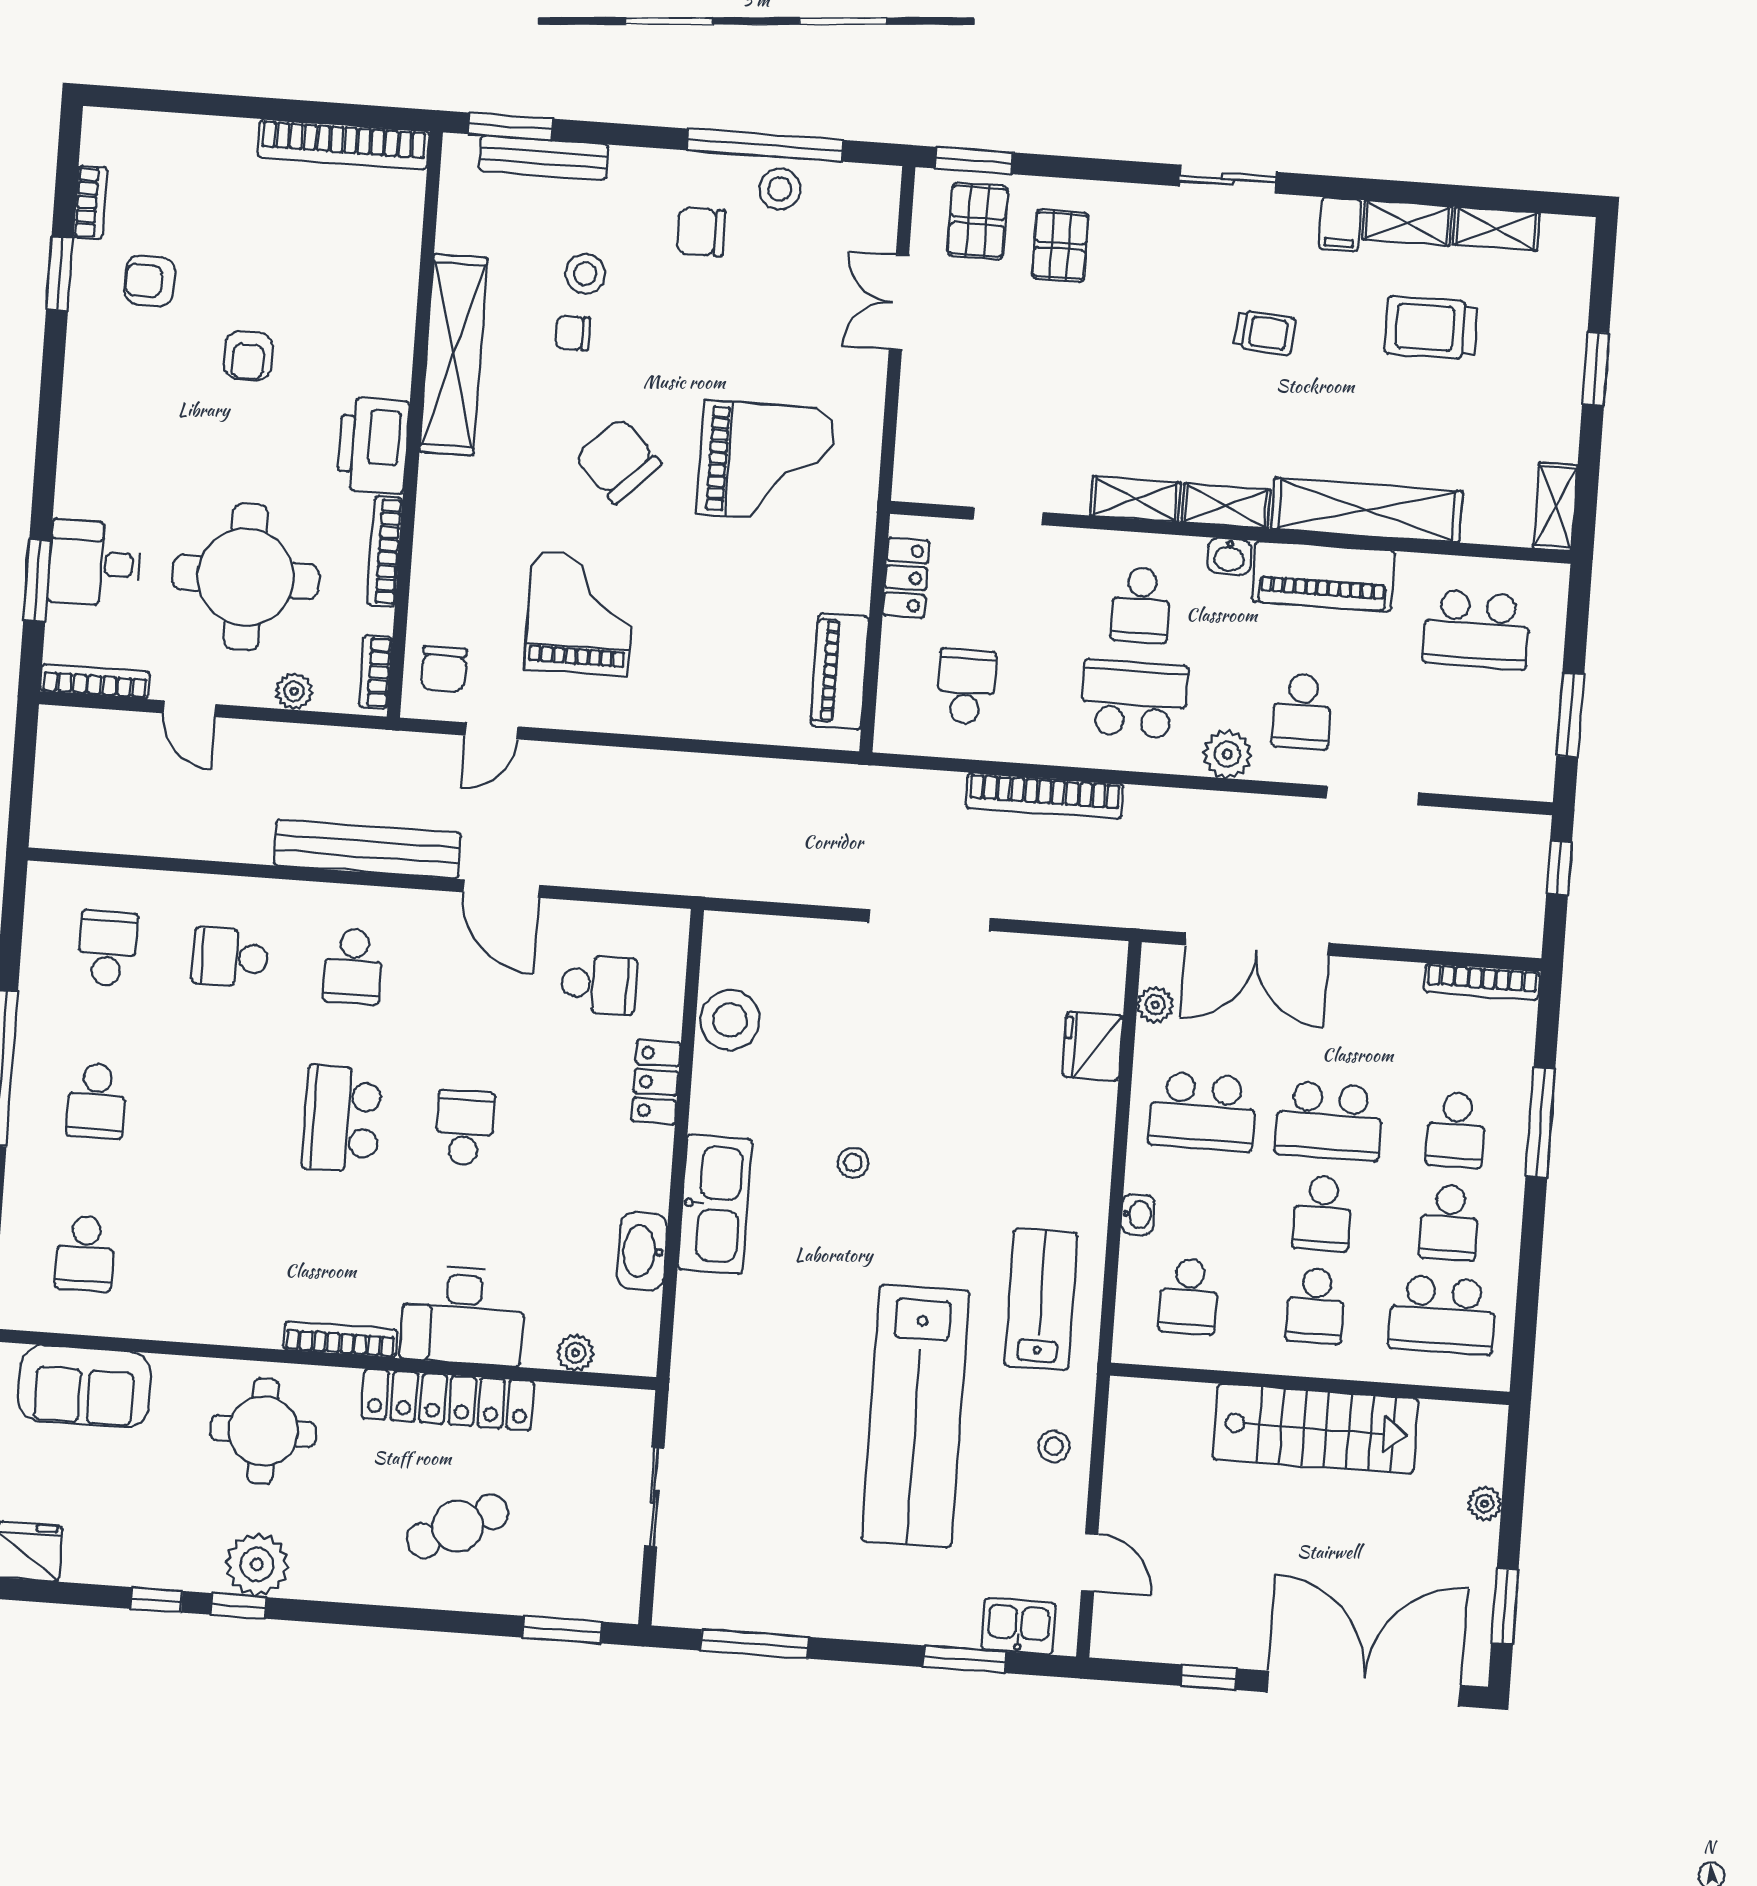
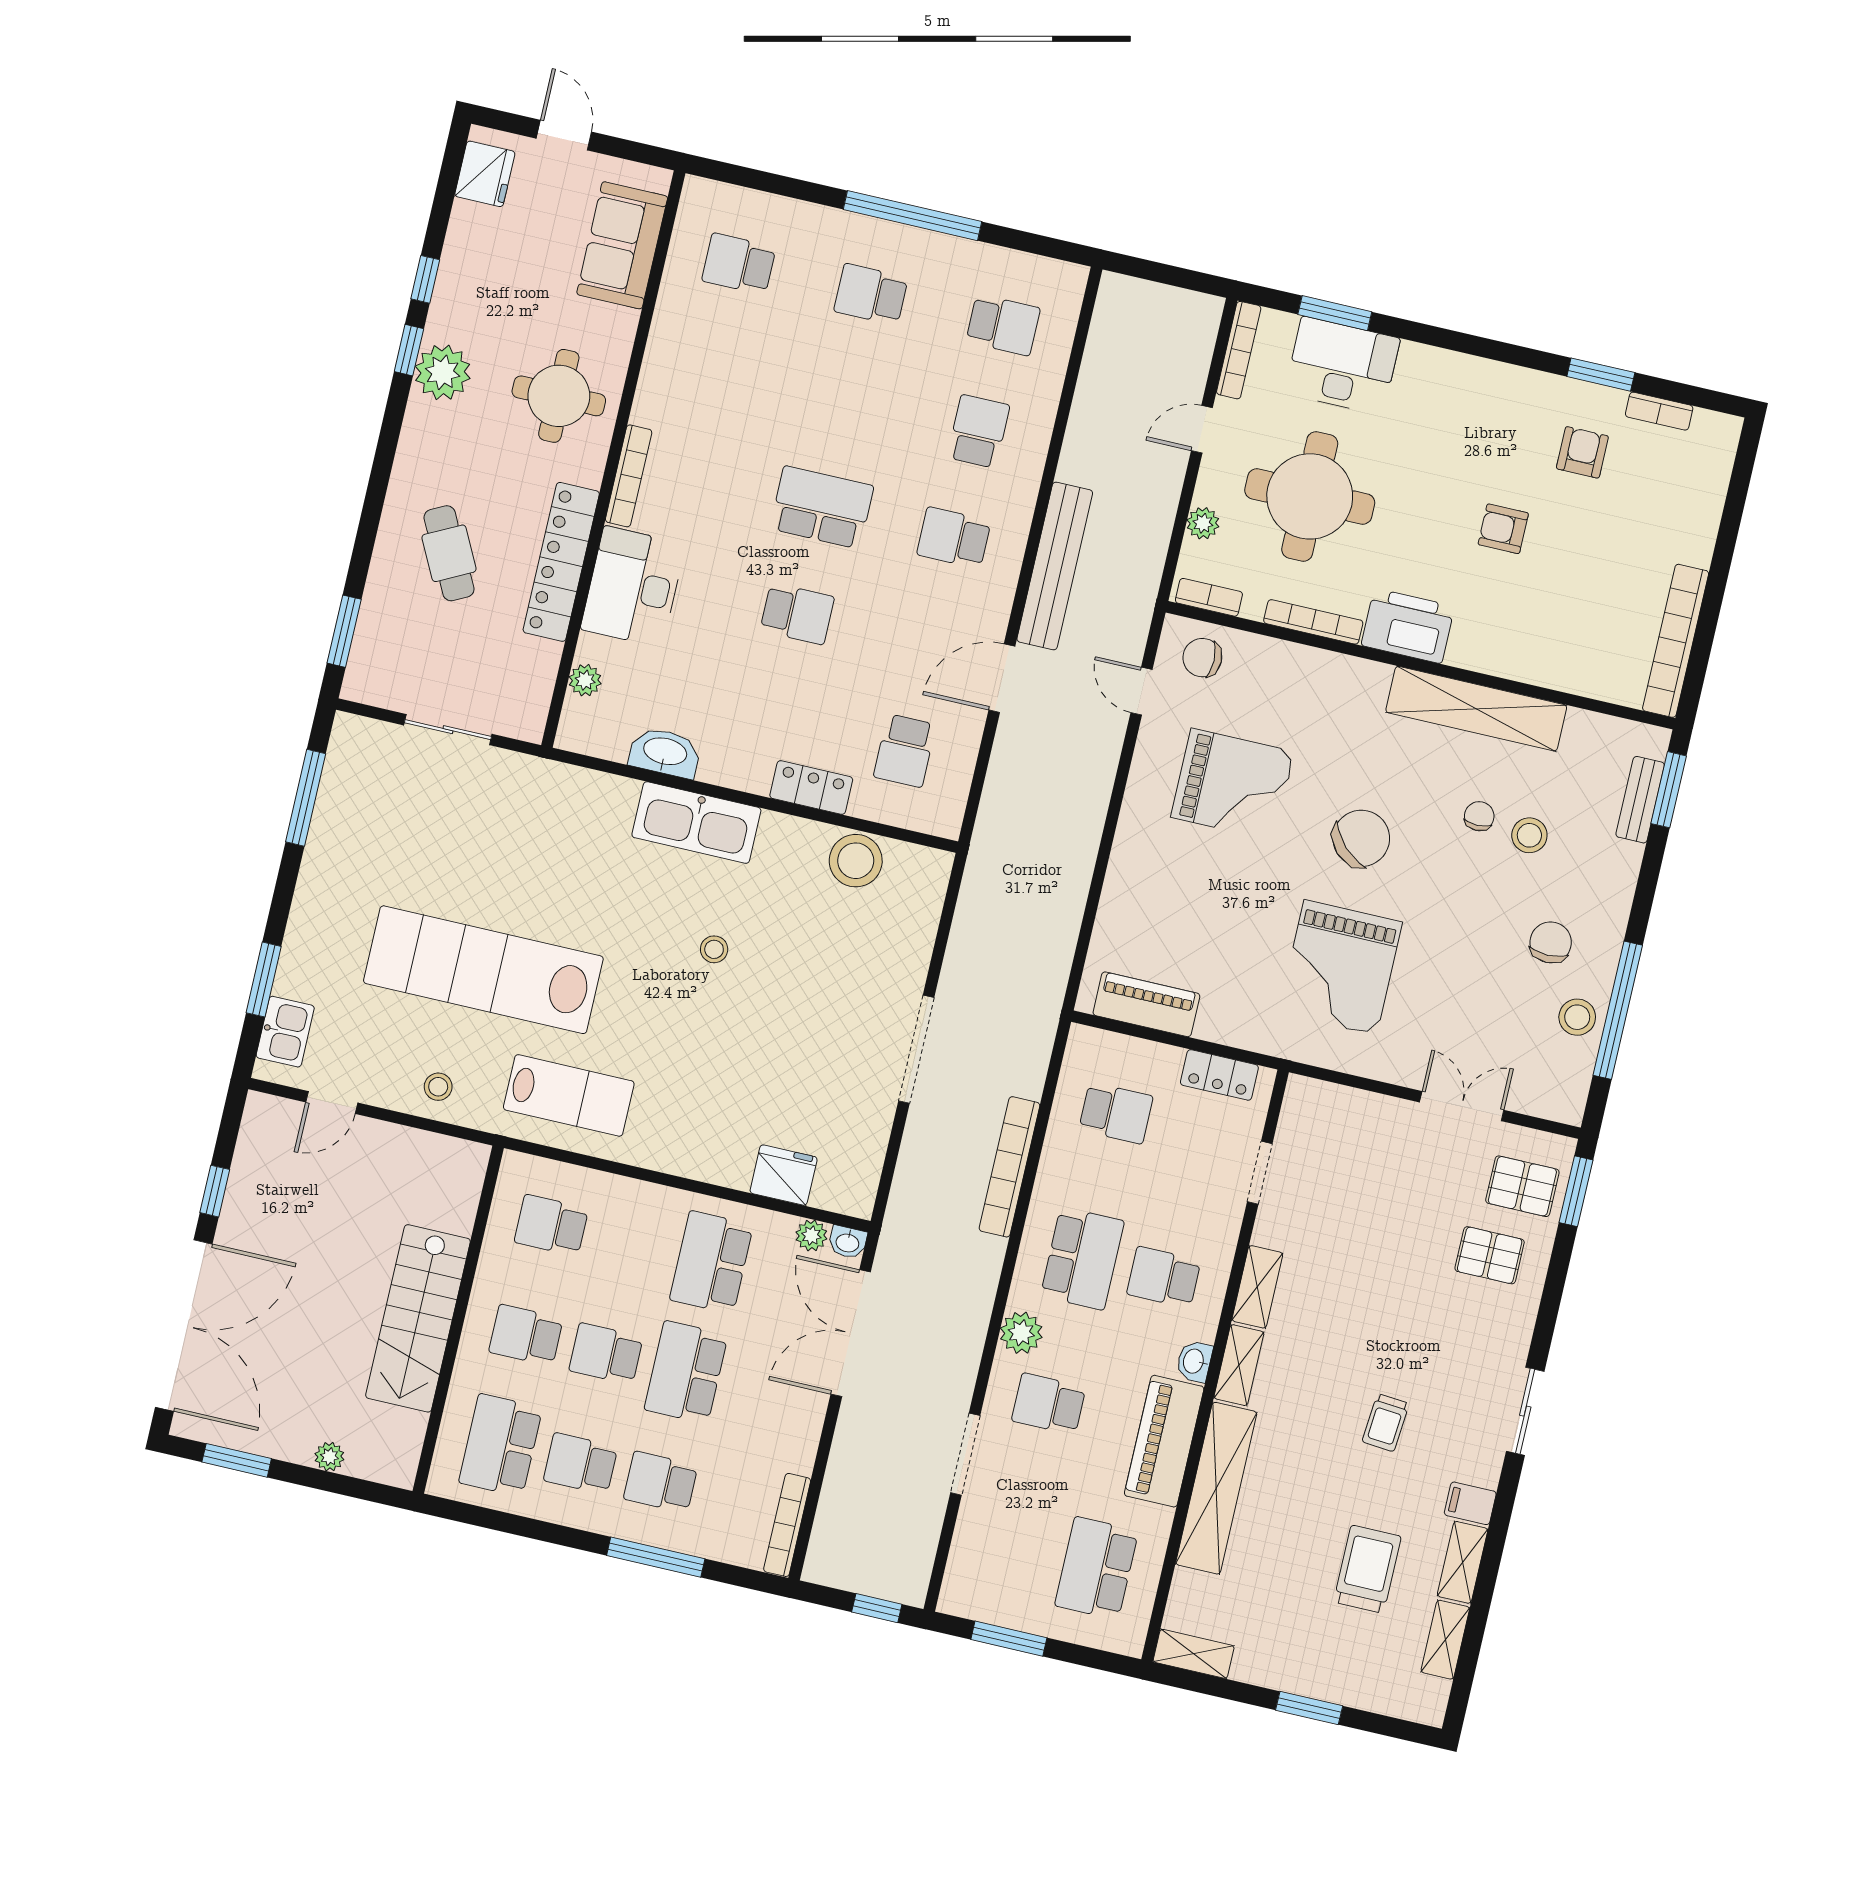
bench: (544, 158) -> (1640, 800), width x0.73
desk: (94, 563) -> (1342, 366), width x1.37
washbasin: (1138, 1214) -> (848, 1242), moved

